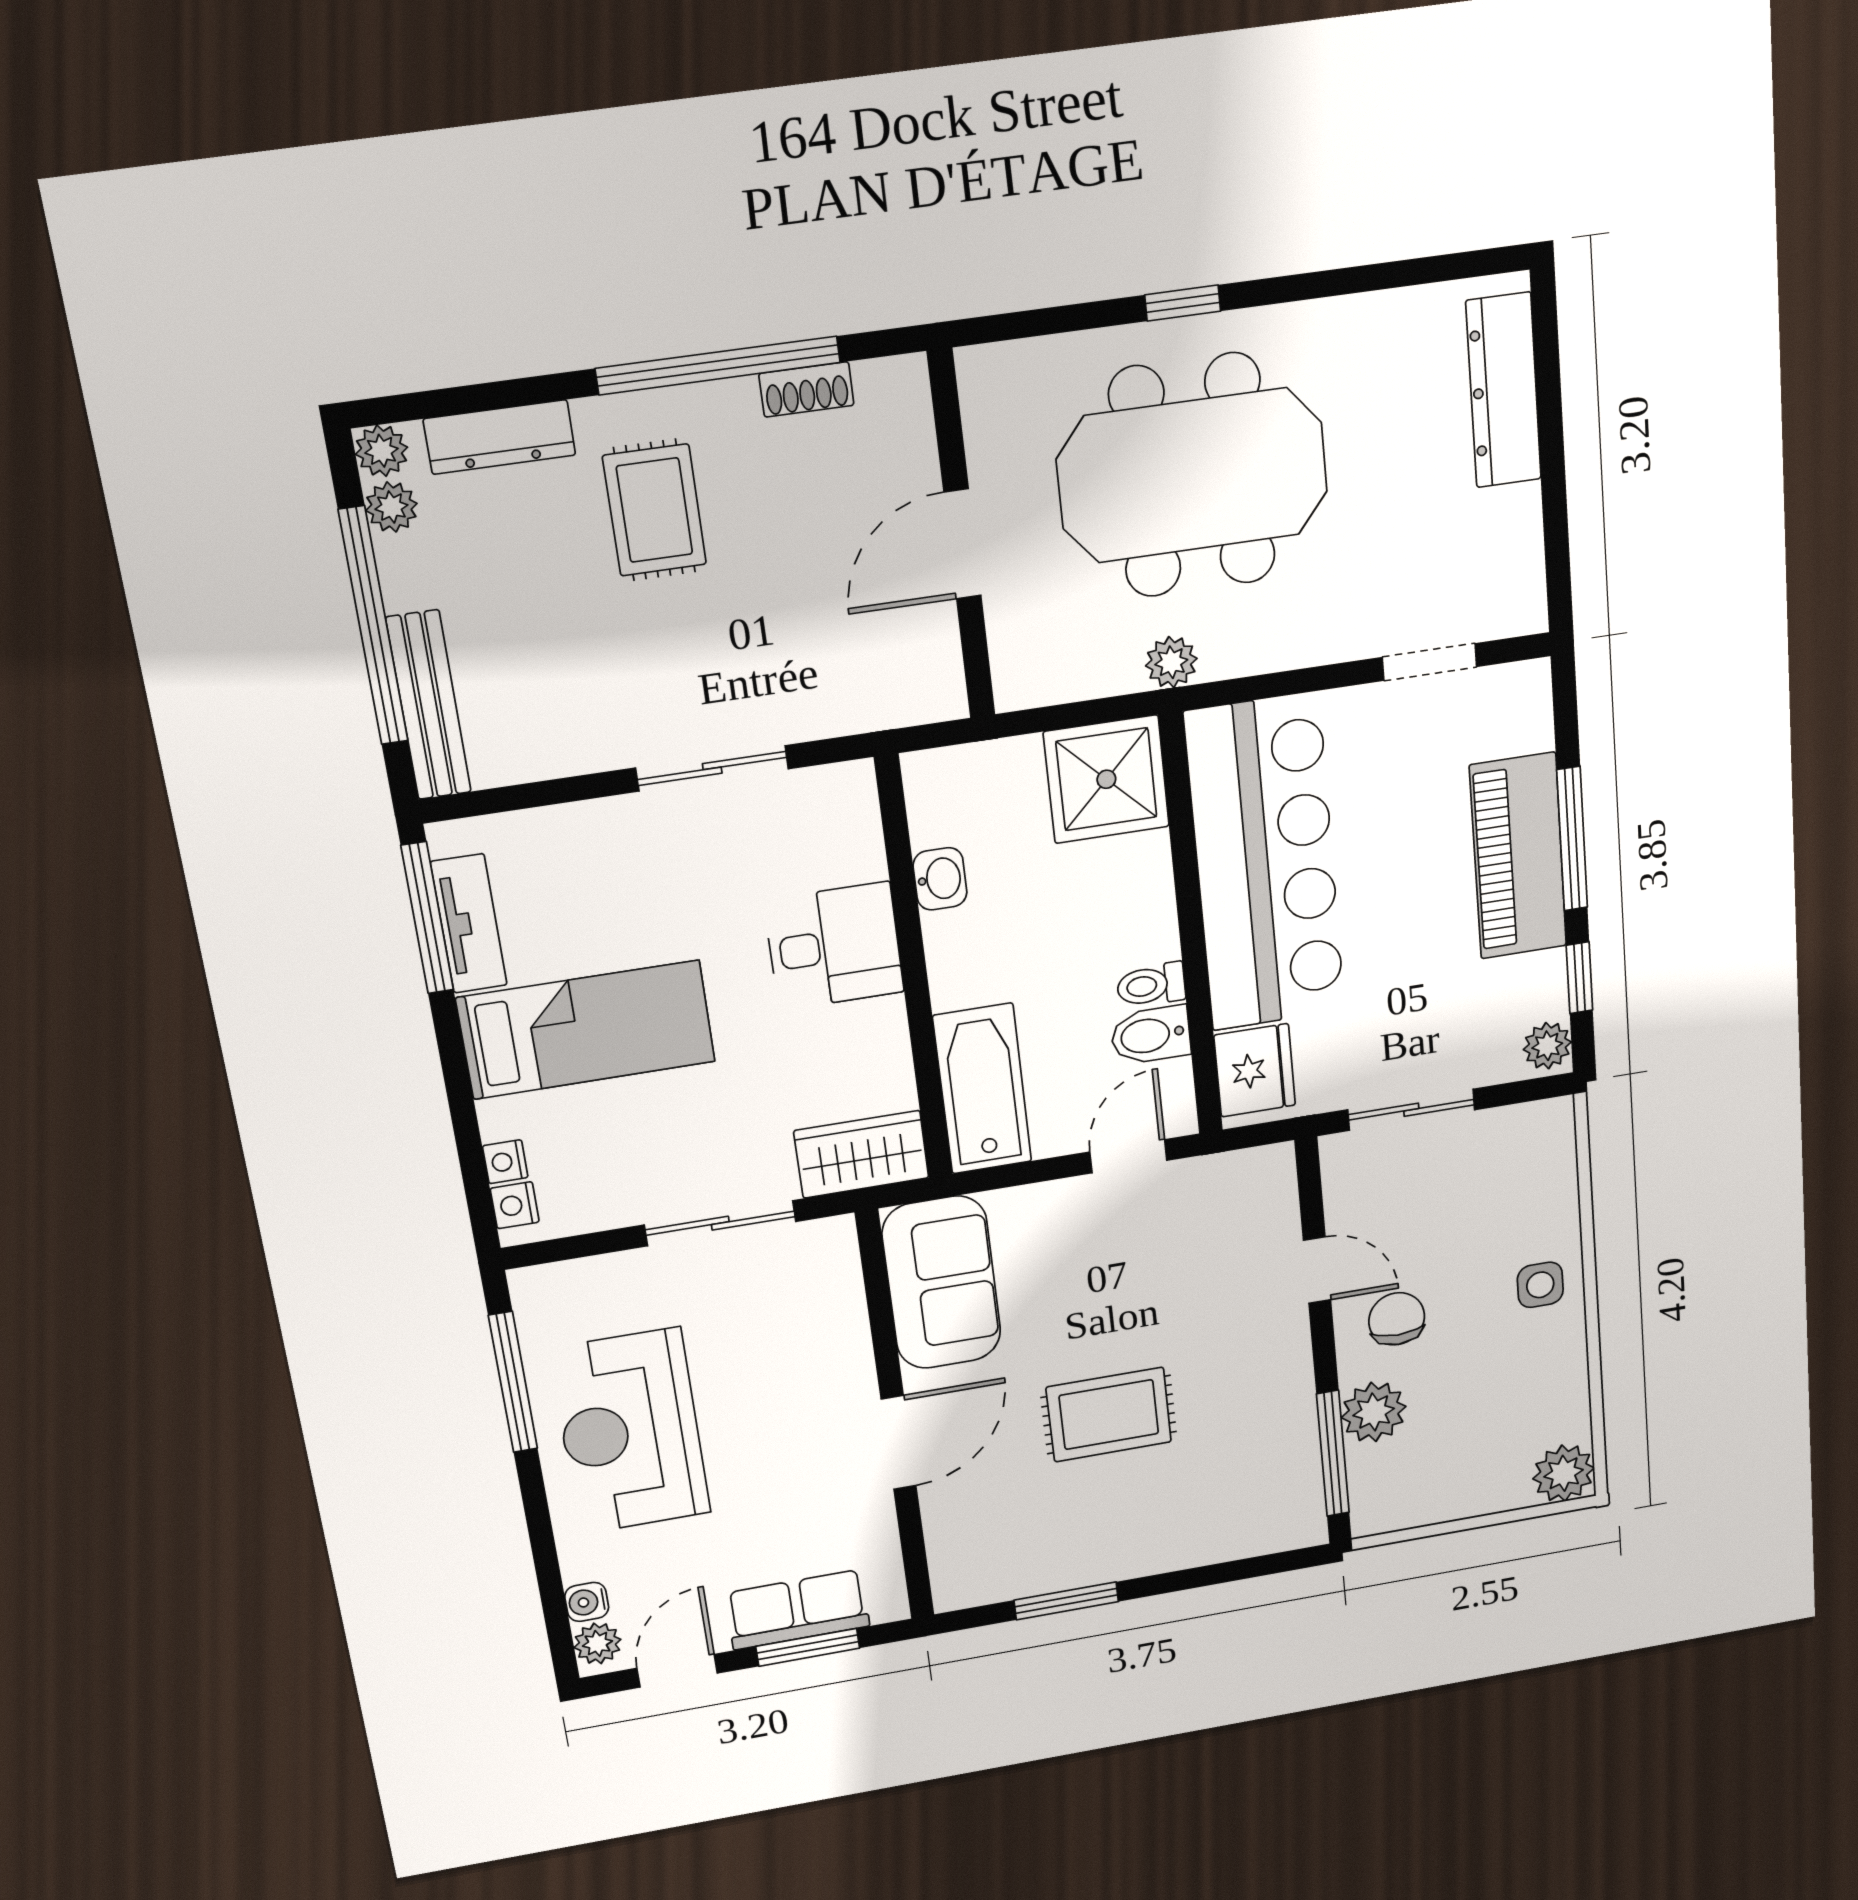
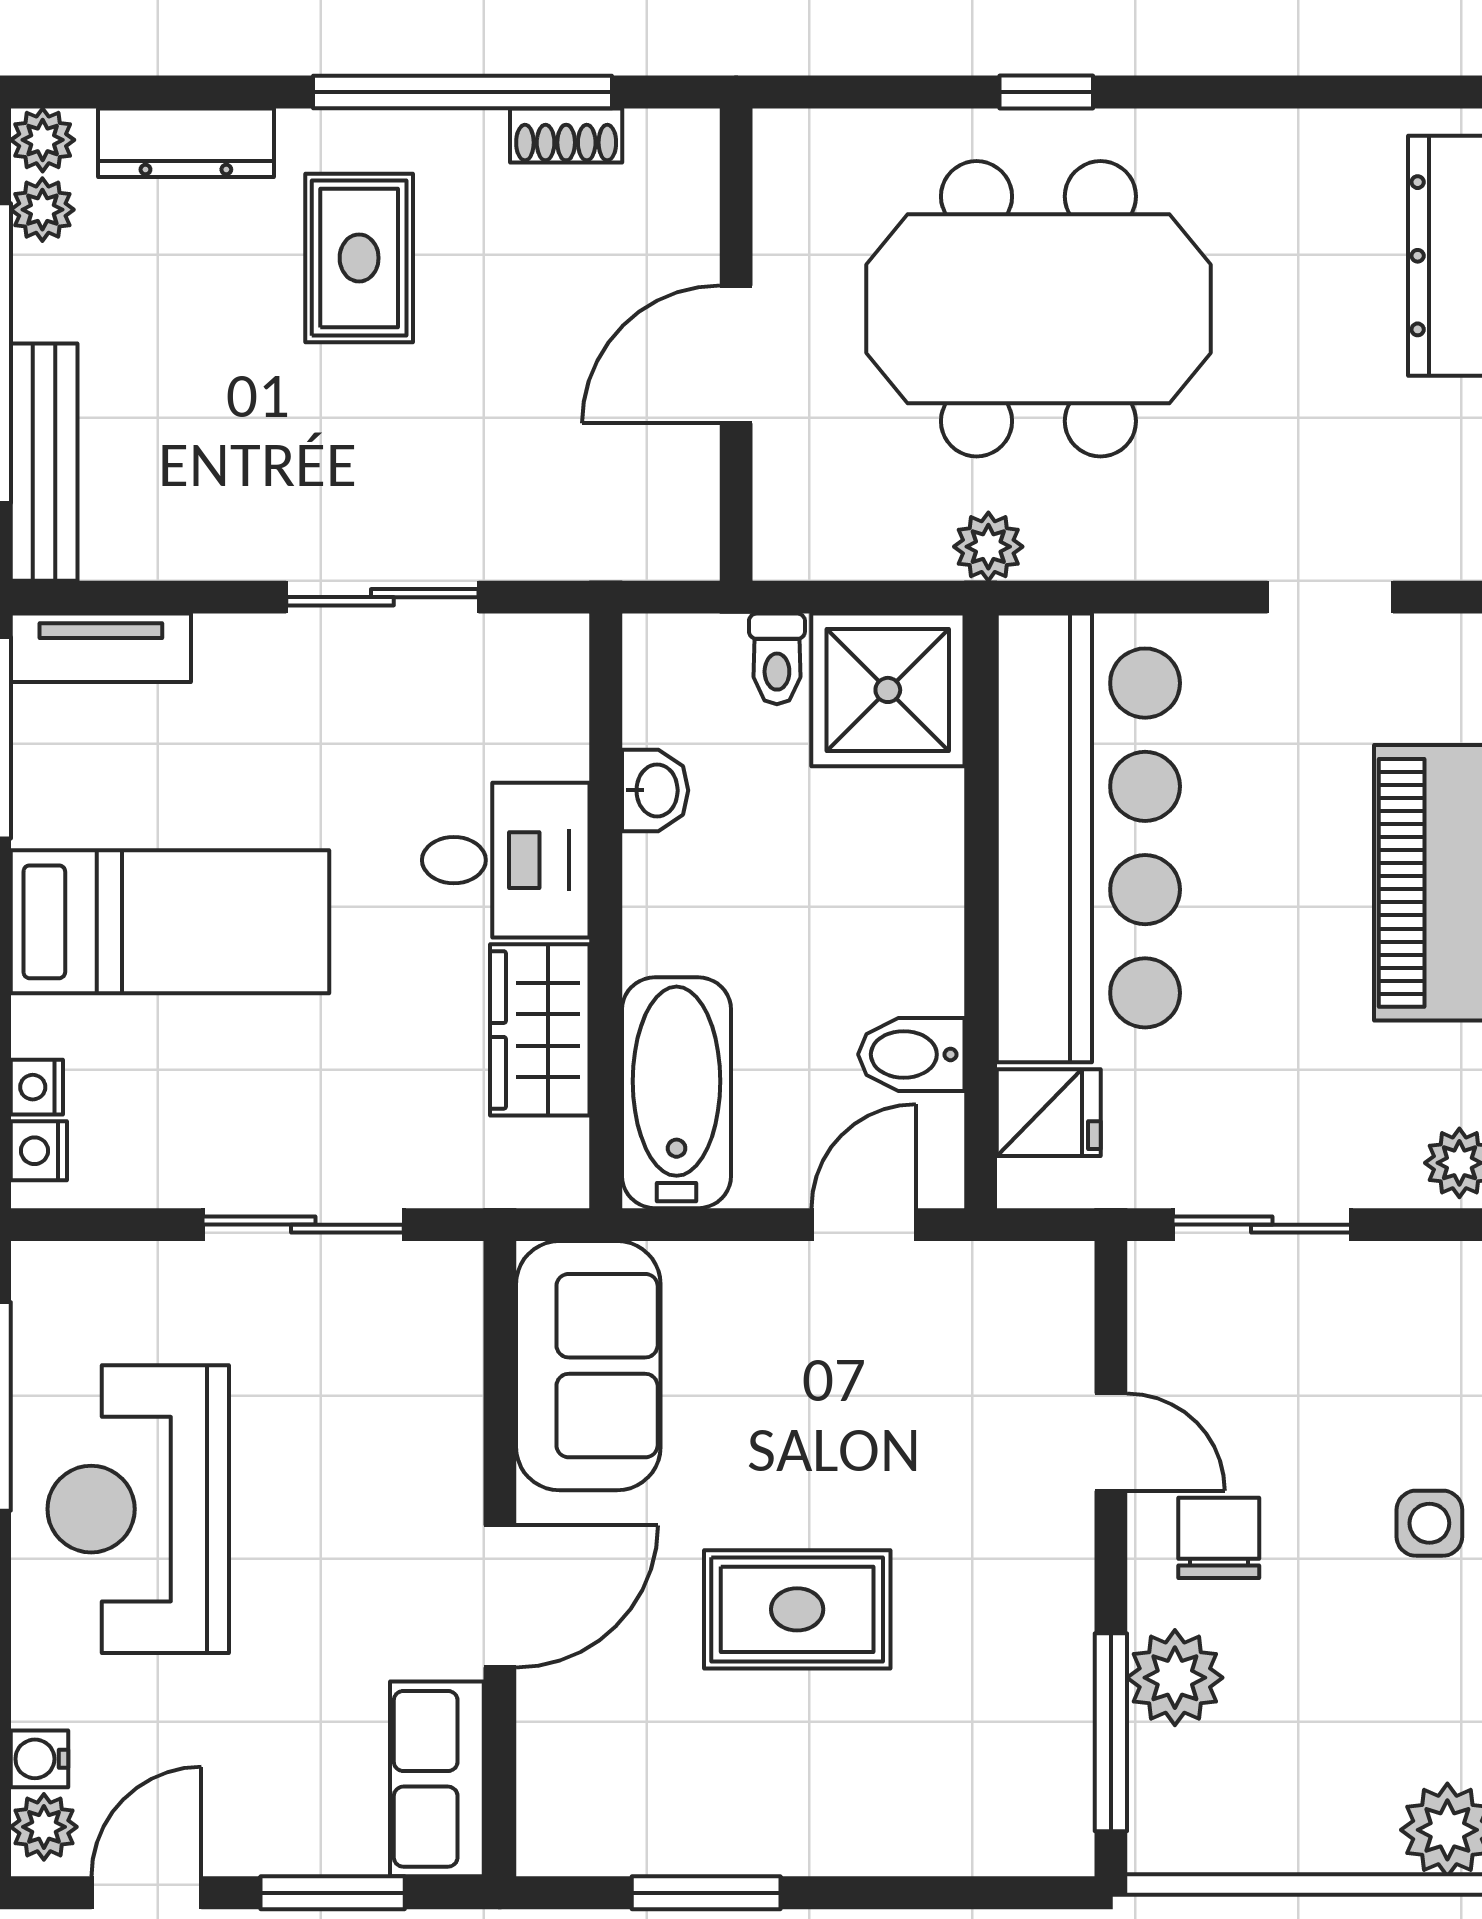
tv unit: (469, 924) -> (101, 648), moved, turned 90
toilet: (1151, 985) -> (777, 659), moved, turned -90
fridge: (1255, 1070) -> (1049, 1113), width x0.72
wardrobe: (861, 1154) -> (540, 1030), moved, turned -90
row of seats: (798, 1610) -> (437, 1779), moved, turned -90

